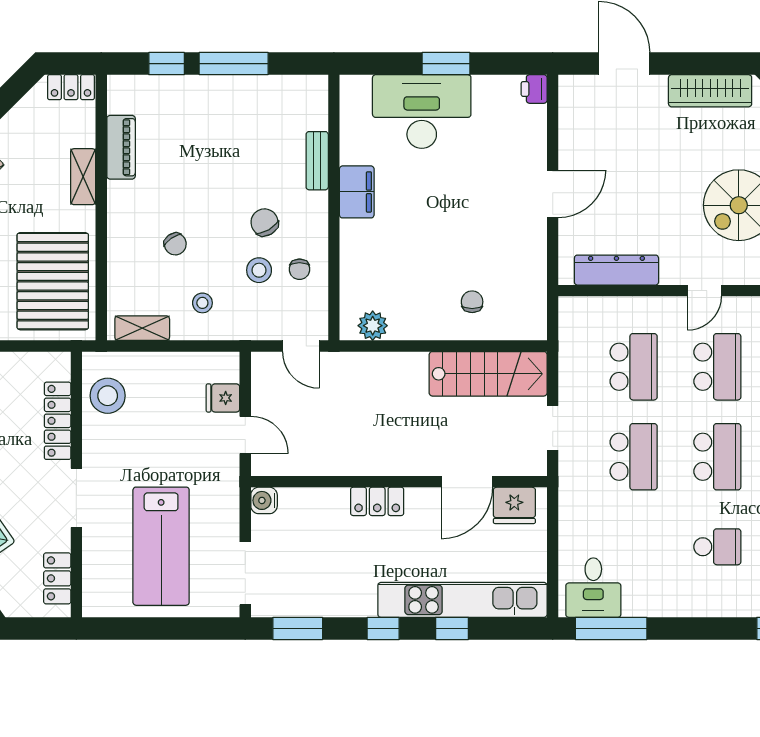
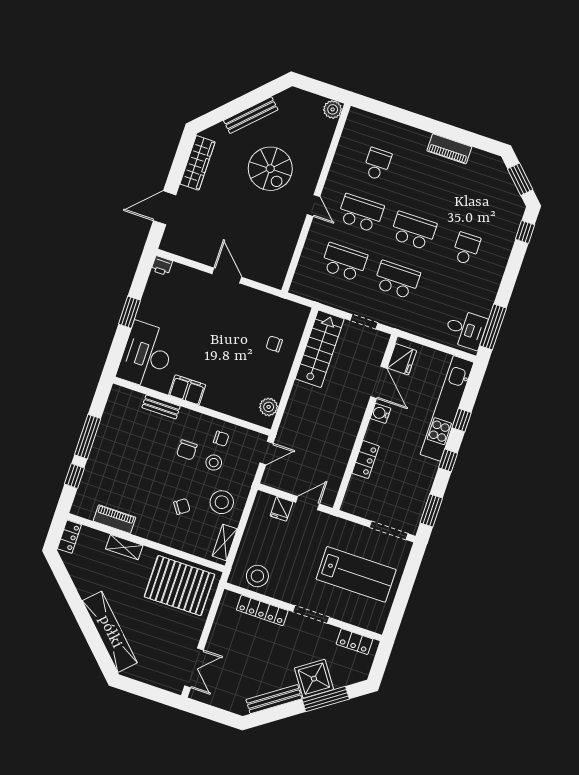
desk: (422, 112) -> (146, 355), moved
chair: (264, 222) -> (187, 450), turned -60
dresser: (616, 270) -> (284, 253), removed
stool: (202, 303) -> (222, 502), width x1.89, depth x1.89
water cooler: (264, 500) -> (380, 413), moved, turned 90
locker: (377, 501) -> (366, 460), moved

